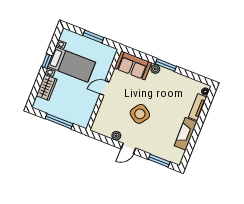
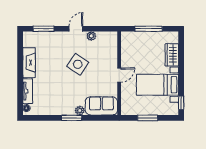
window: (47, 61) -> (181, 103), moved

